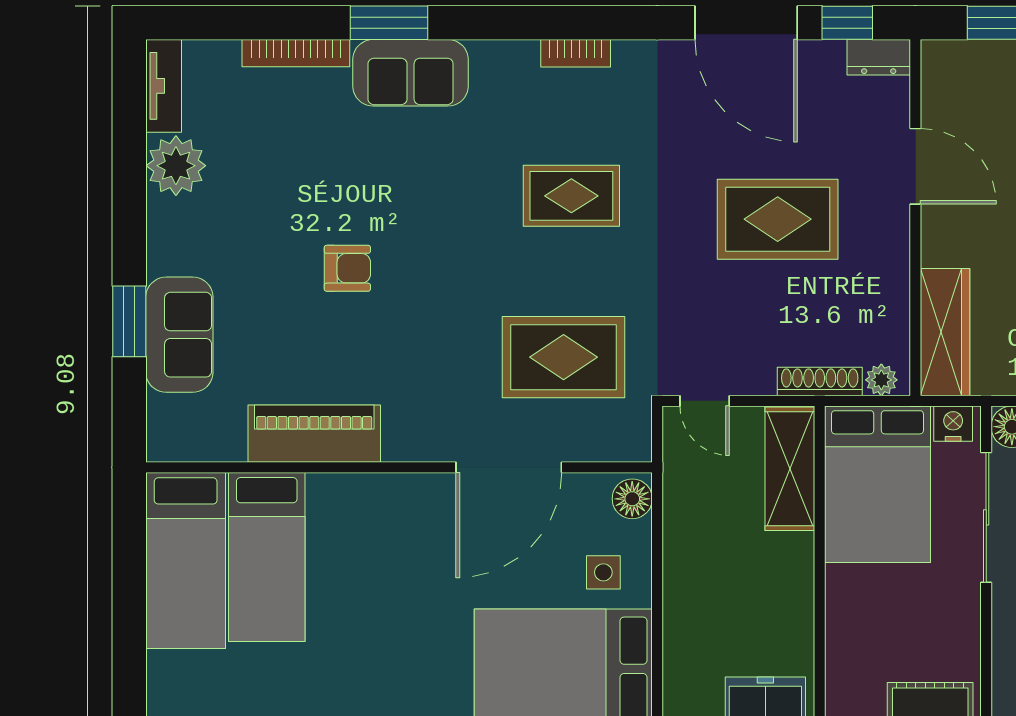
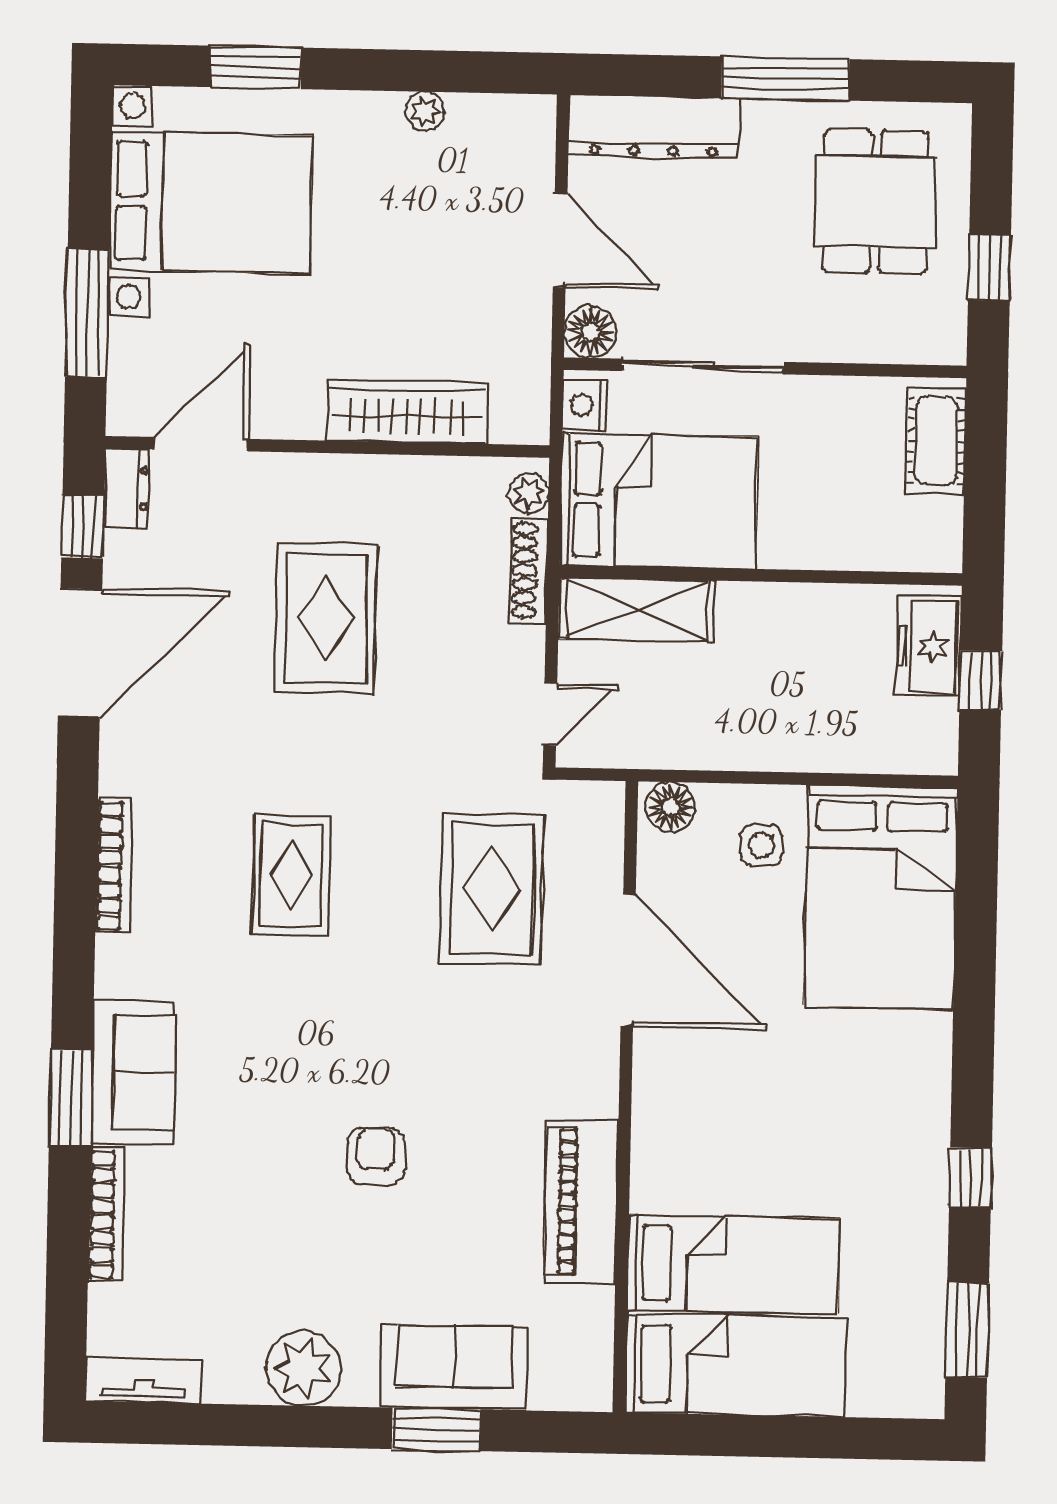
bookcase: (576, 53) -> (114, 866), width x1.56
plant: (176, 166) -> (303, 1368), moved
door: (915, 166) -> (201, 444), moved
wardrobe: (945, 332) -> (407, 412), moved

